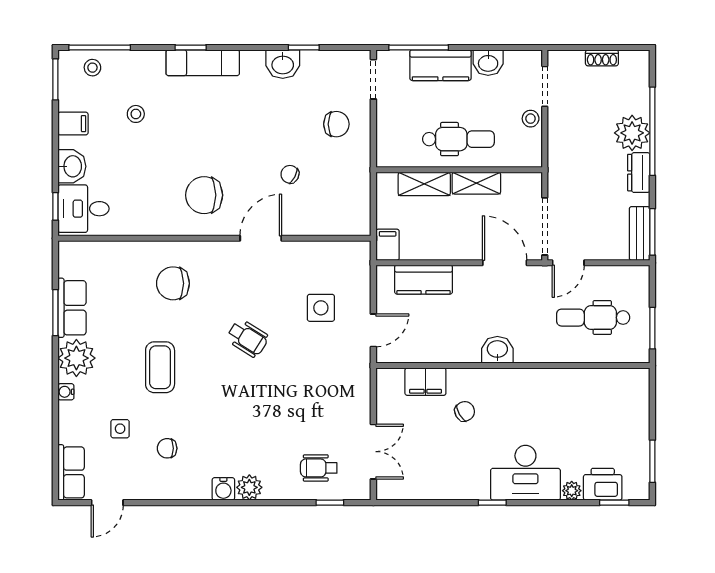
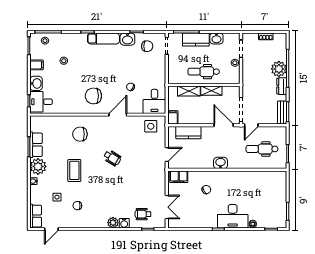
exam couch: (203, 63) -> (103, 39), moved
chair: (336, 124) -> (147, 46), moved
dental chair: (458, 139) -> (204, 72), turned 180
desk: (345, 208) -> (154, 101), added
side table: (321, 308) -> (151, 126), moved
filing cabinet: (425, 382) -> (179, 177), moved
printer: (603, 484) -> (266, 221), removed
water cooler: (223, 489) -> (124, 223), moved

